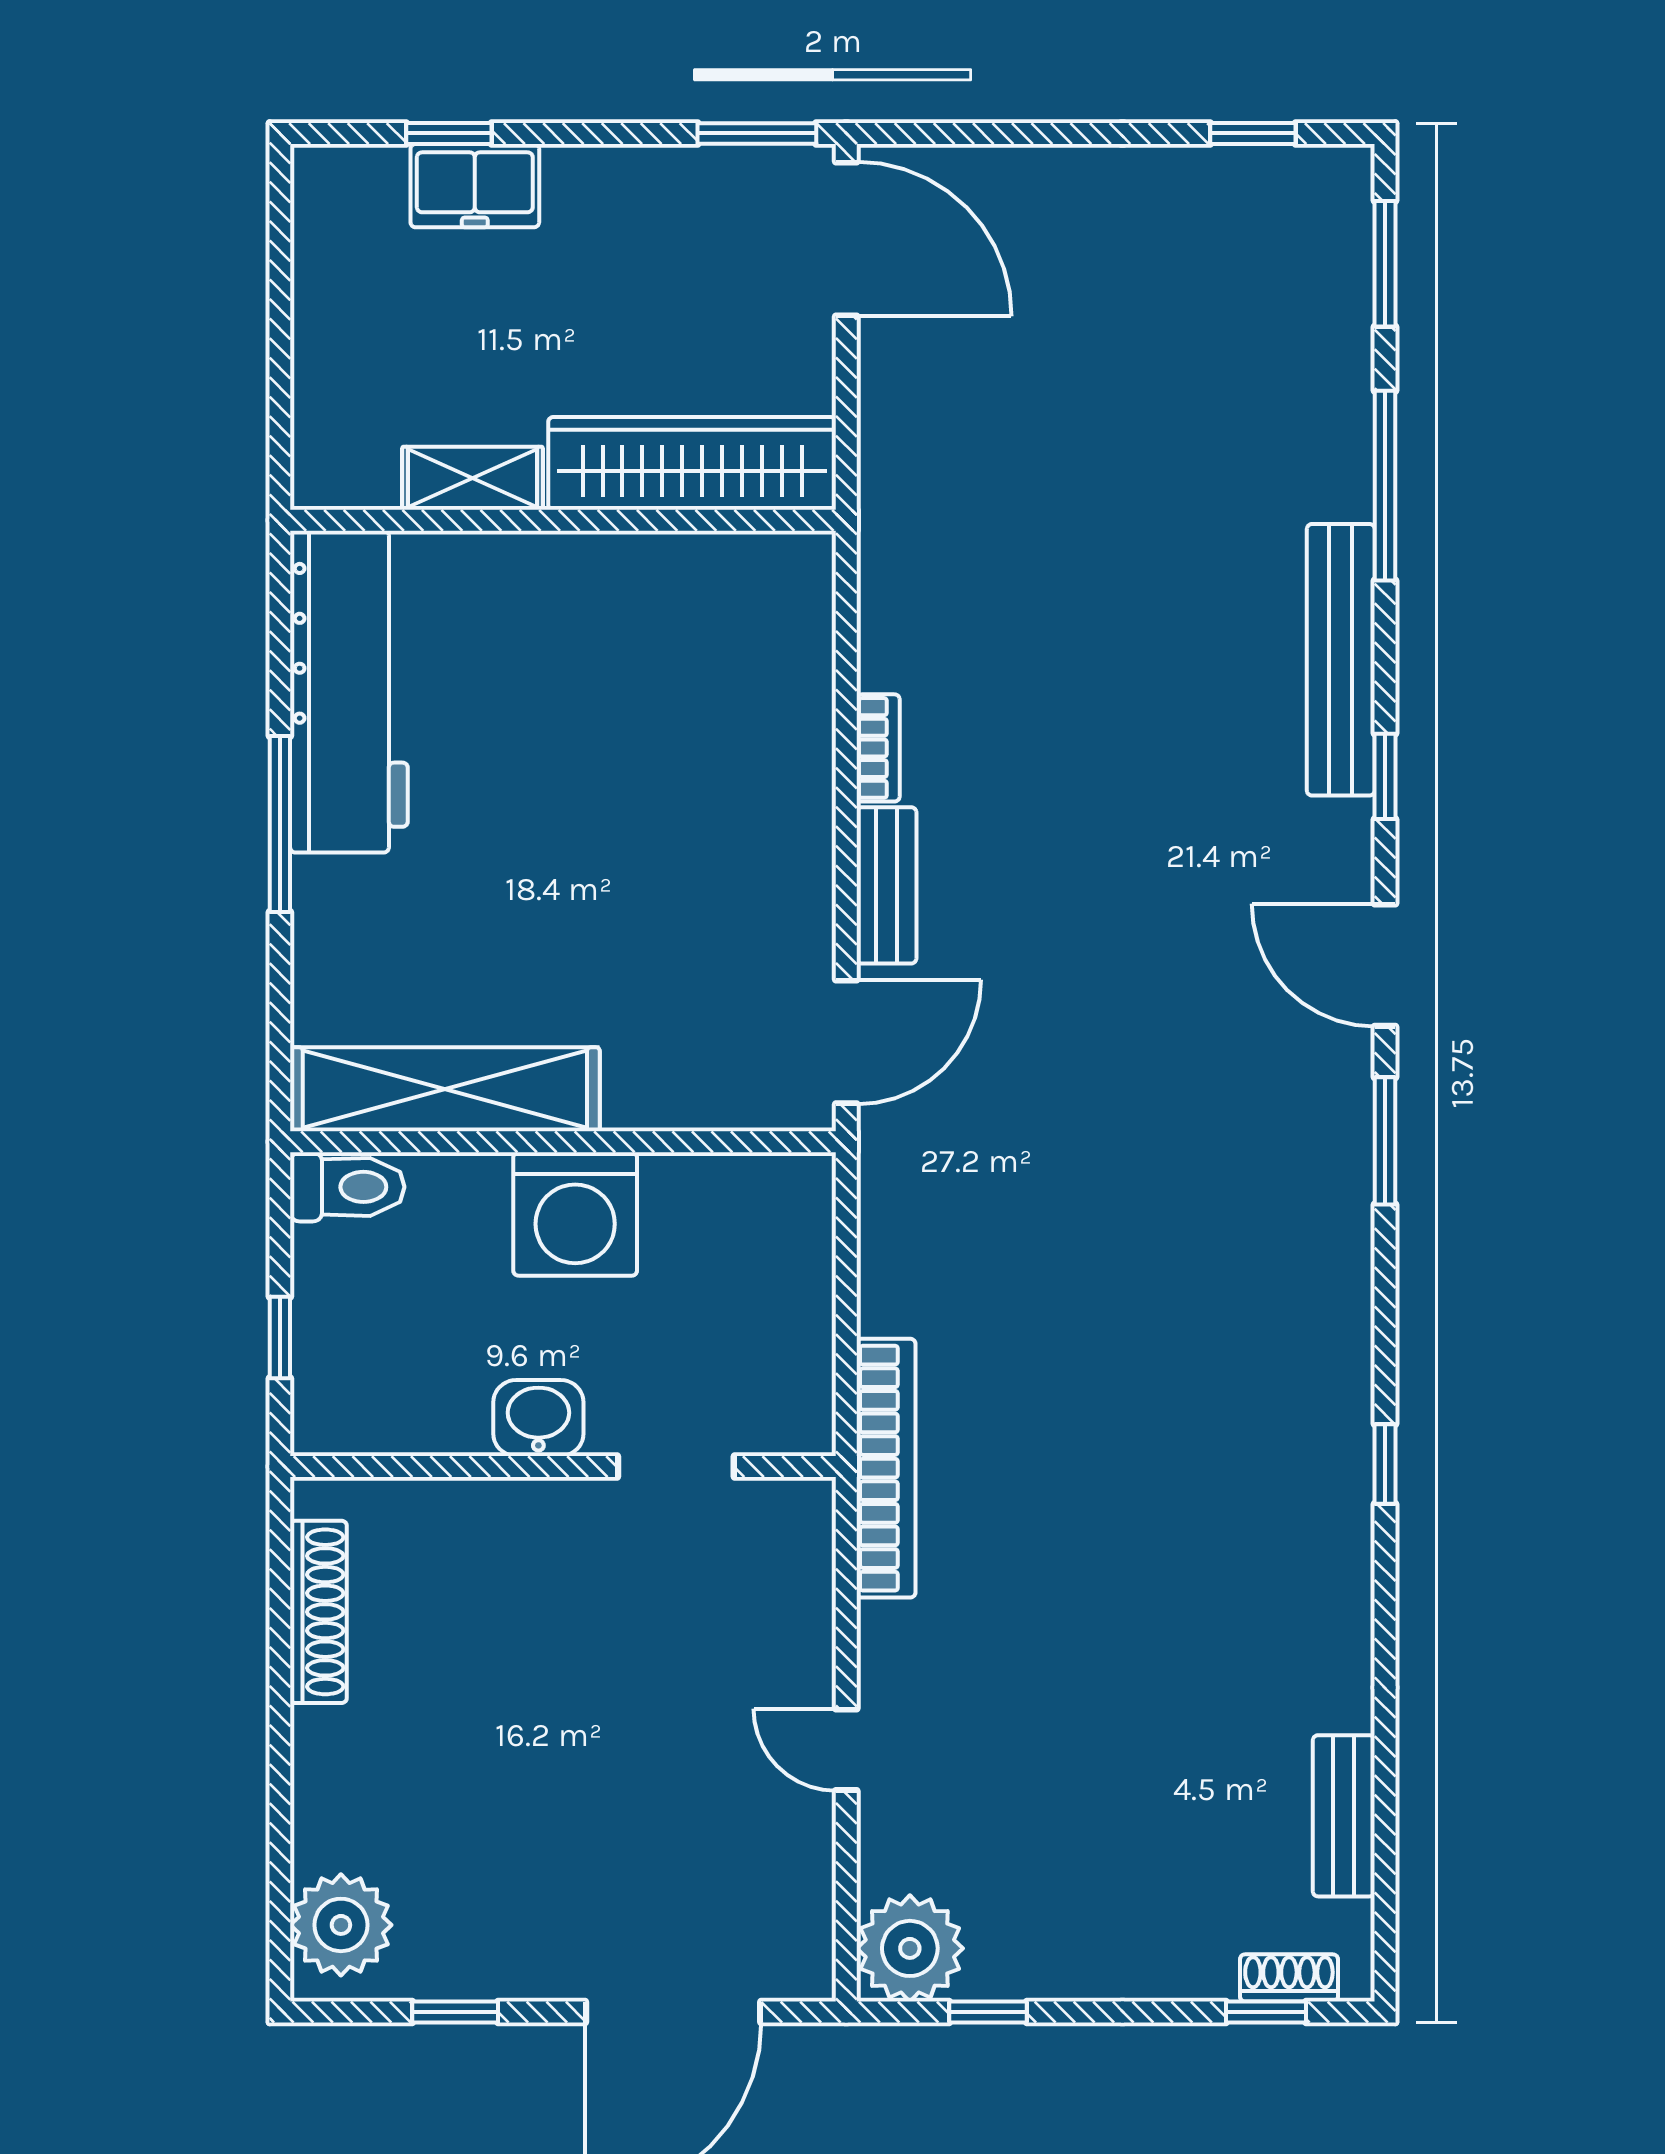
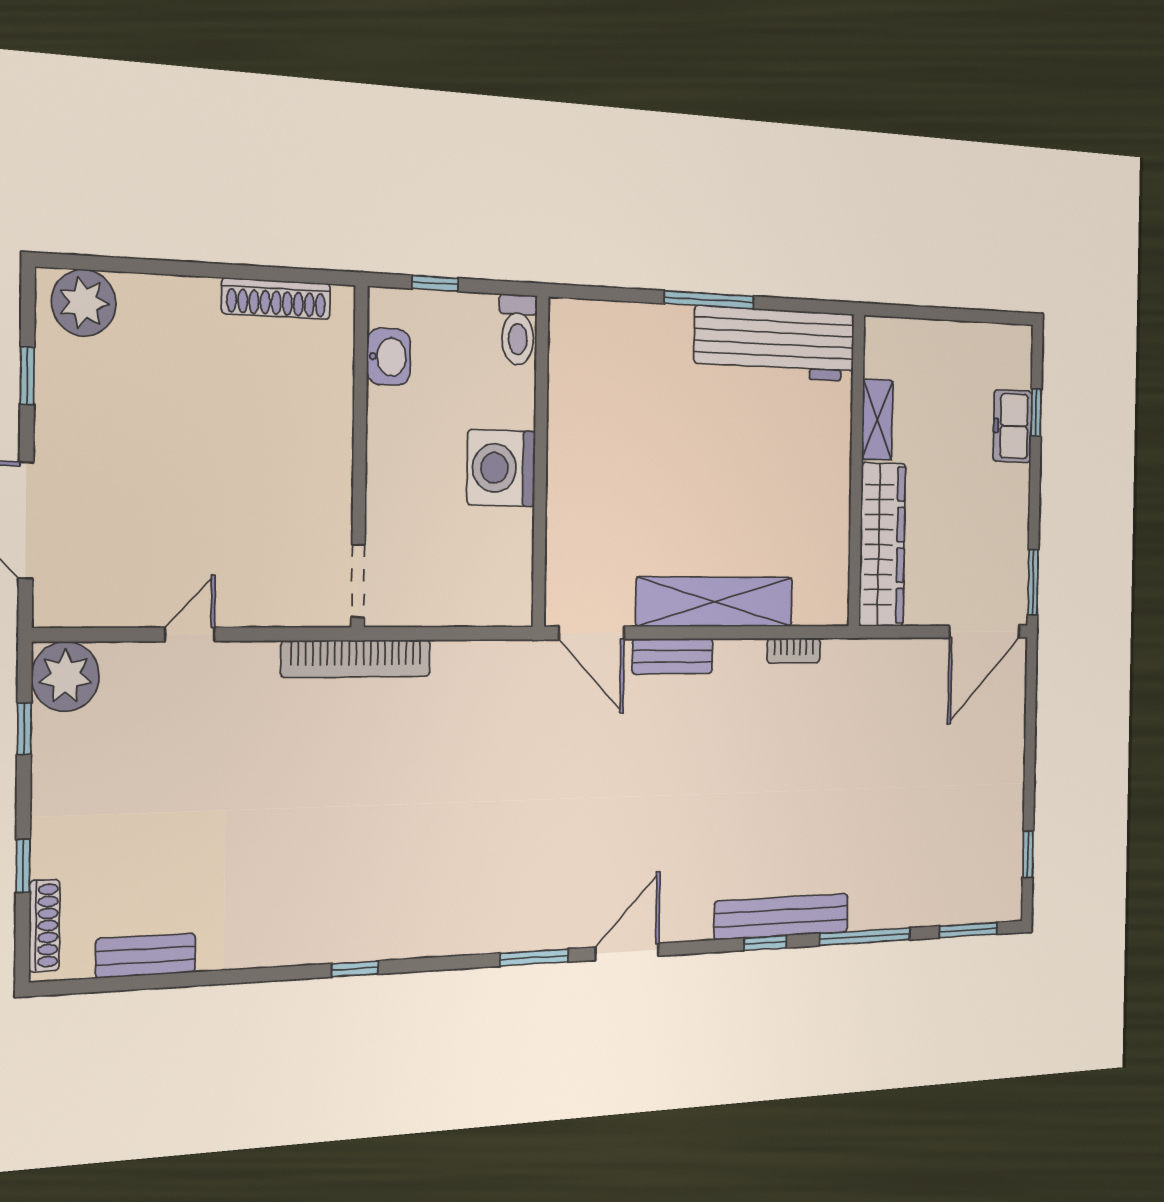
bookcase: (878, 748) -> (794, 651), moved
window: (1385, 776) -> (765, 943), moved
shelving: (445, 1089) -> (715, 602), moved, turned 90
washbasin: (538, 1418) -> (389, 357), moved
doorway: (676, 1466) -> (358, 581), moved
shoe rack: (1289, 1978) -> (44, 926), width x1.43
window: (1266, 2012) -> (23, 866), moved

